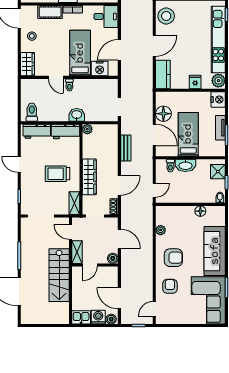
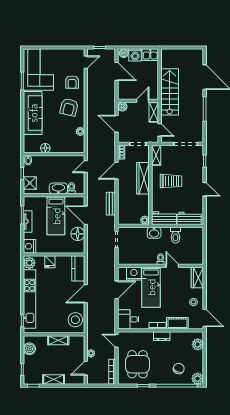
toilet: (32, 112) -> (176, 235), moved
armchair: (173, 258) -> (69, 107), turned -77

